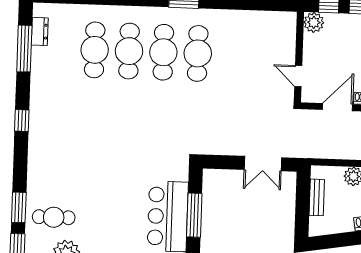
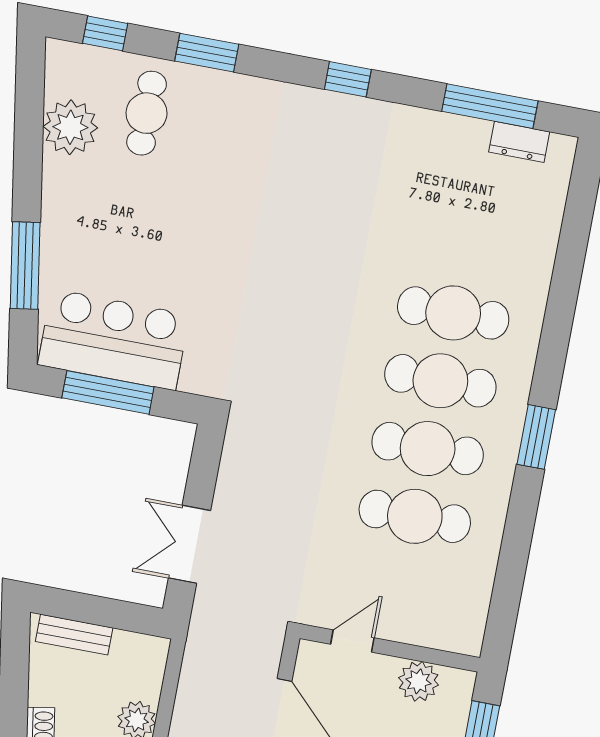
plant: (314, 22) -> (419, 681), moved
cafe table: (95, 50) -> (415, 516), moved
bench: (317, 197) -> (74, 635), moved
window: (19, 207) -> (207, 53), moved

